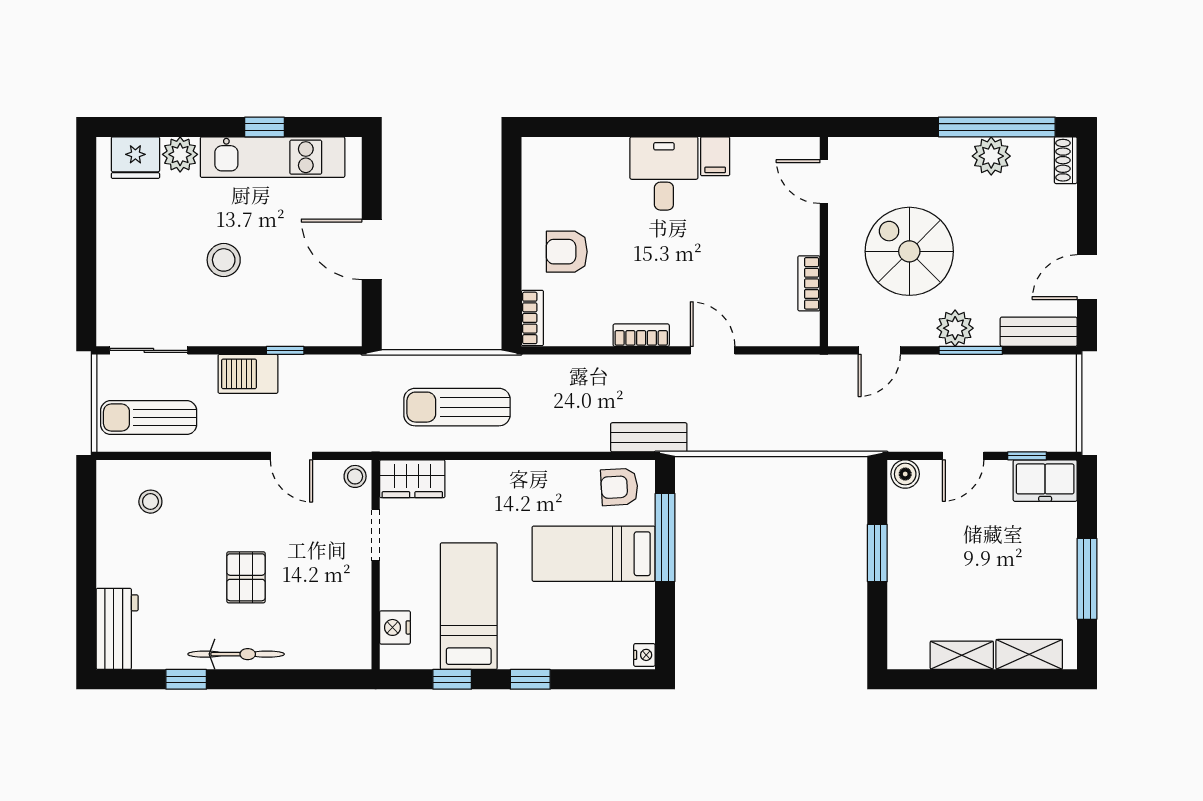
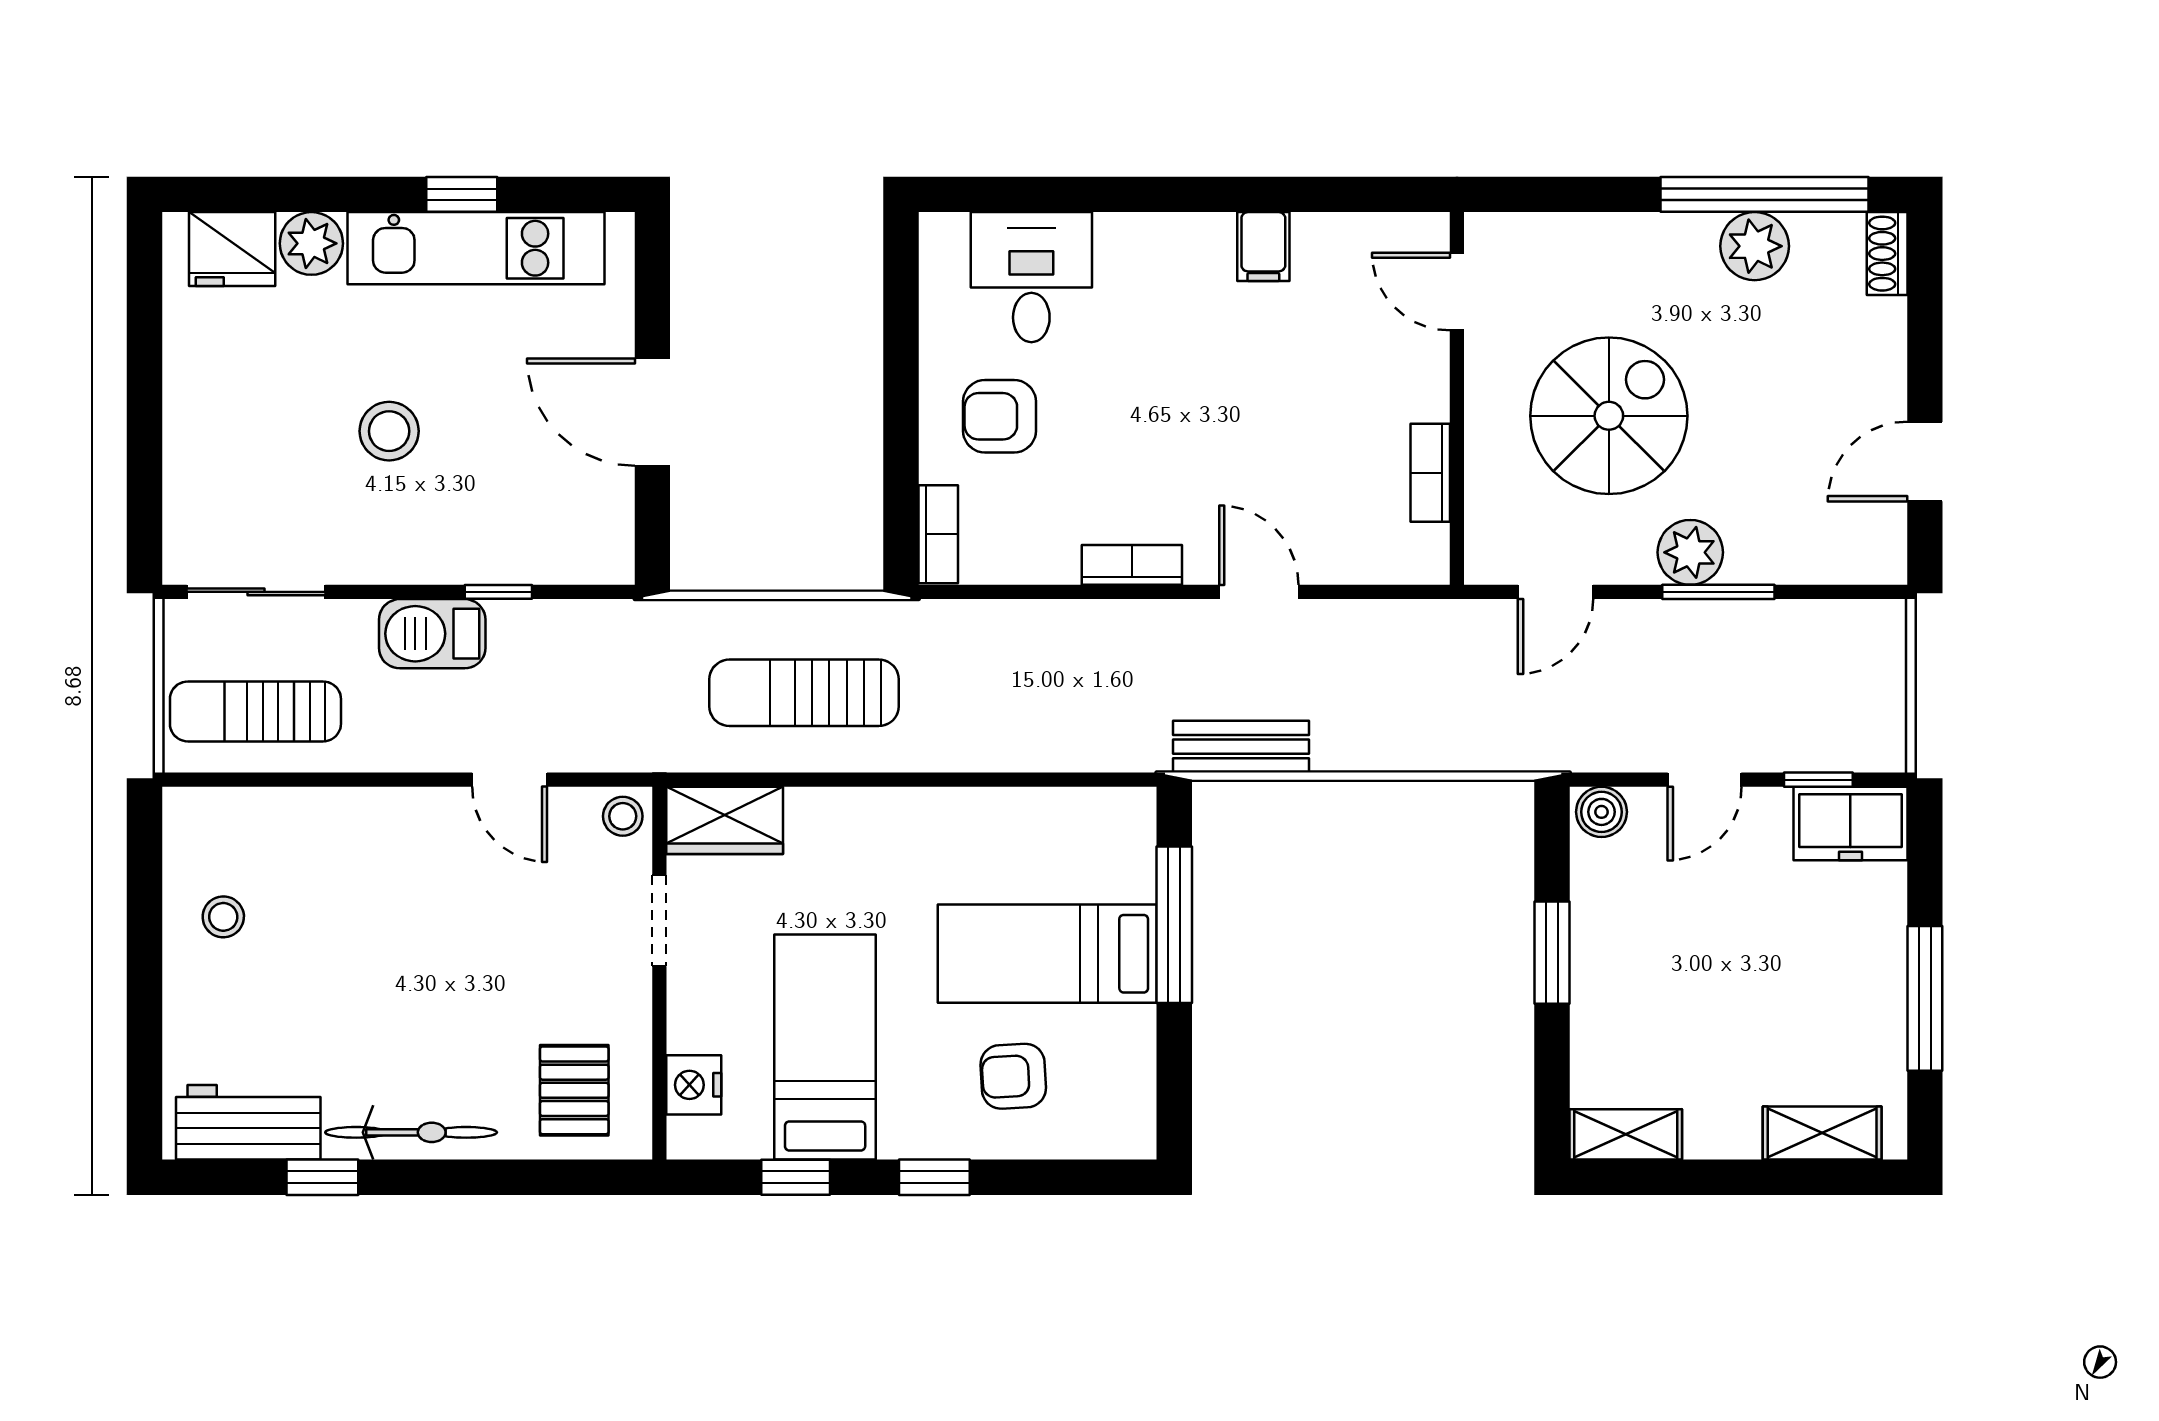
desk: (664, 173) -> (1031, 277), moved
spiral stairs: (909, 251) -> (1609, 416), turned 90
bench: (1039, 332) -> (1839, 559), removed
bench: (649, 437) -> (1241, 747), moved
armchair: (619, 487) -> (1013, 1076), moved
stool: (150, 502) -> (223, 917), moved
pallet: (246, 577) -> (574, 1090), moved
workbench: (117, 629) -> (248, 1122), moved, turned -90
nightstand: (644, 655) -> (1138, 1134), removed
shelving: (962, 655) -> (1626, 1134), moved

